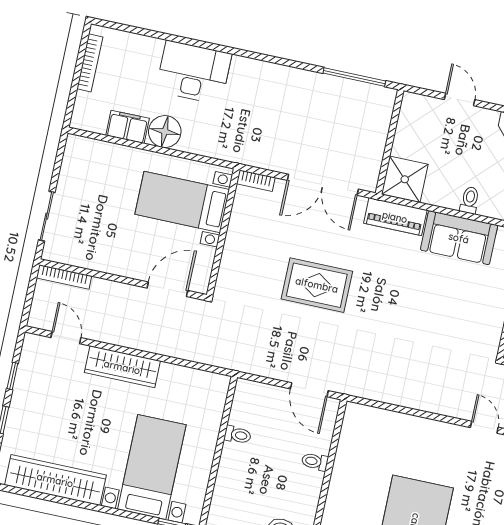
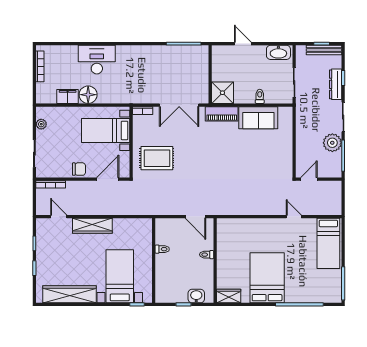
plant: (70, 166) -> (41, 124), added
chair: (120, 261) -> (79, 169), added
rug: (317, 285) -> (157, 158), moved

